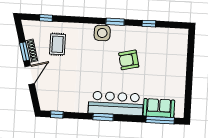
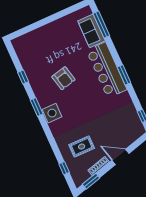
window: (25, 52) -> (91, 181), moved

